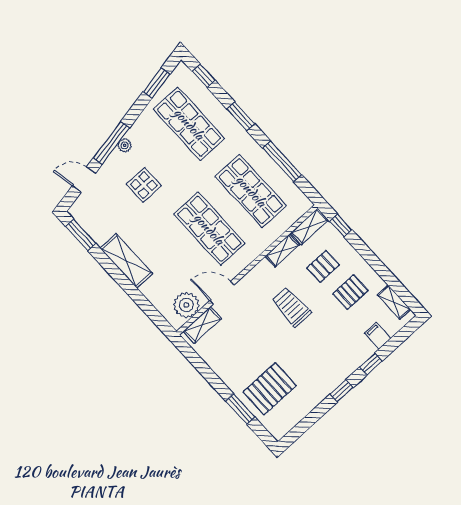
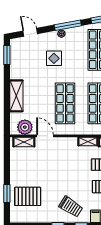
window: (111, 143) -> (68, 25), moved
shelving: (126, 261) -> (16, 96), moved
trolley: (291, 307) -> (71, 207), moved, turned 123

